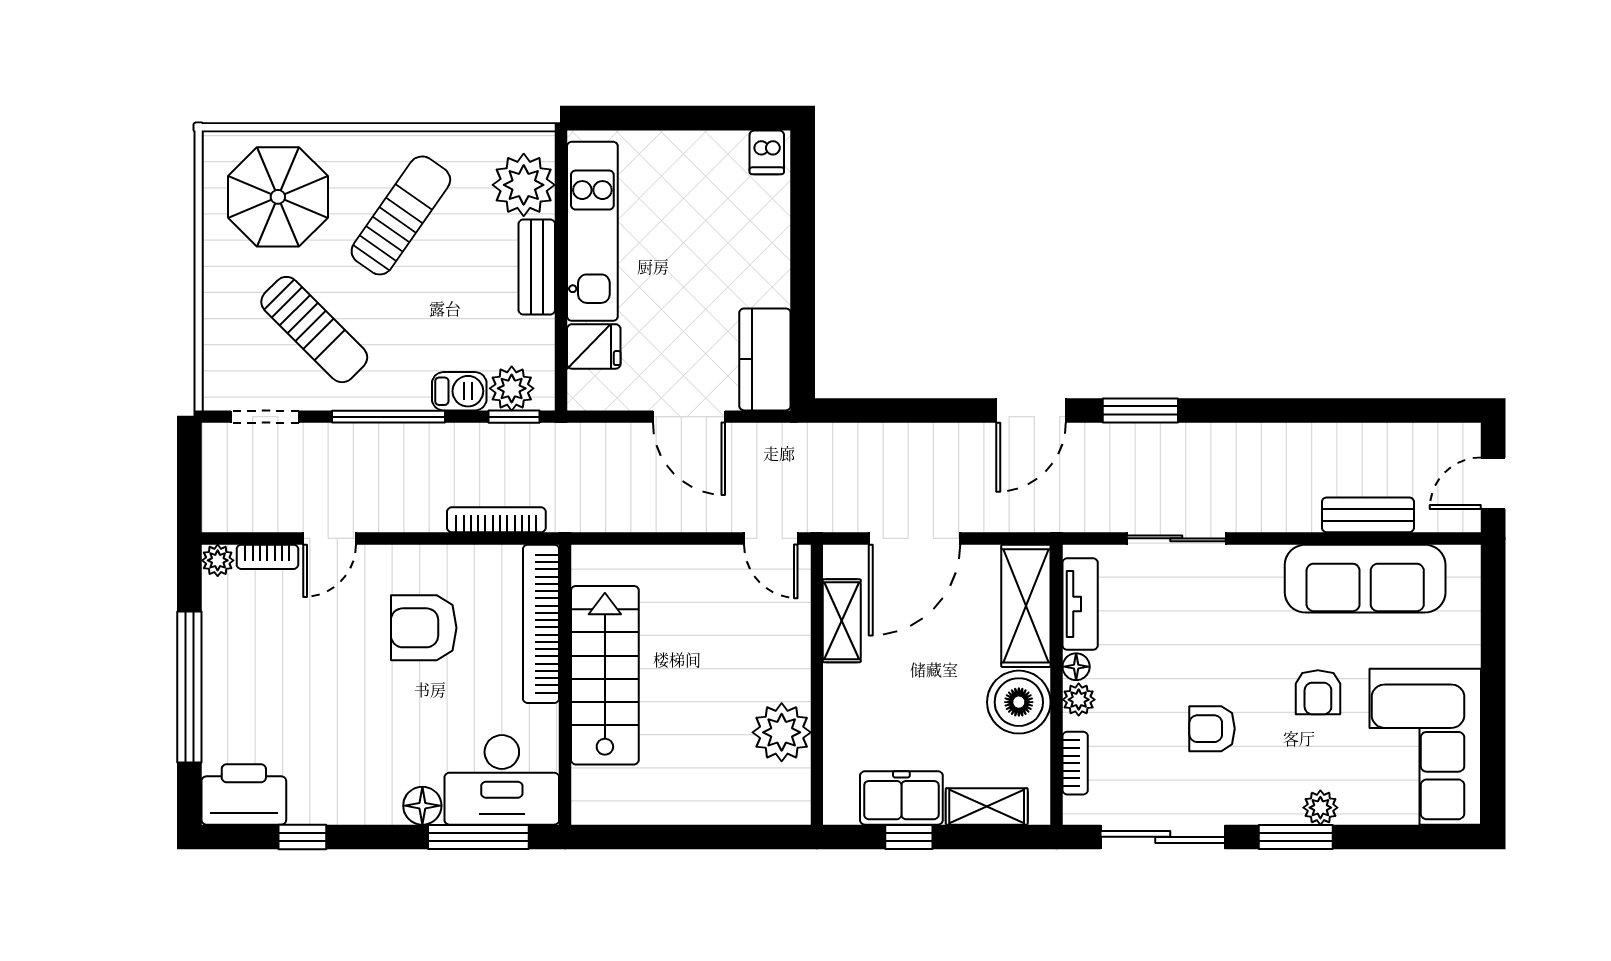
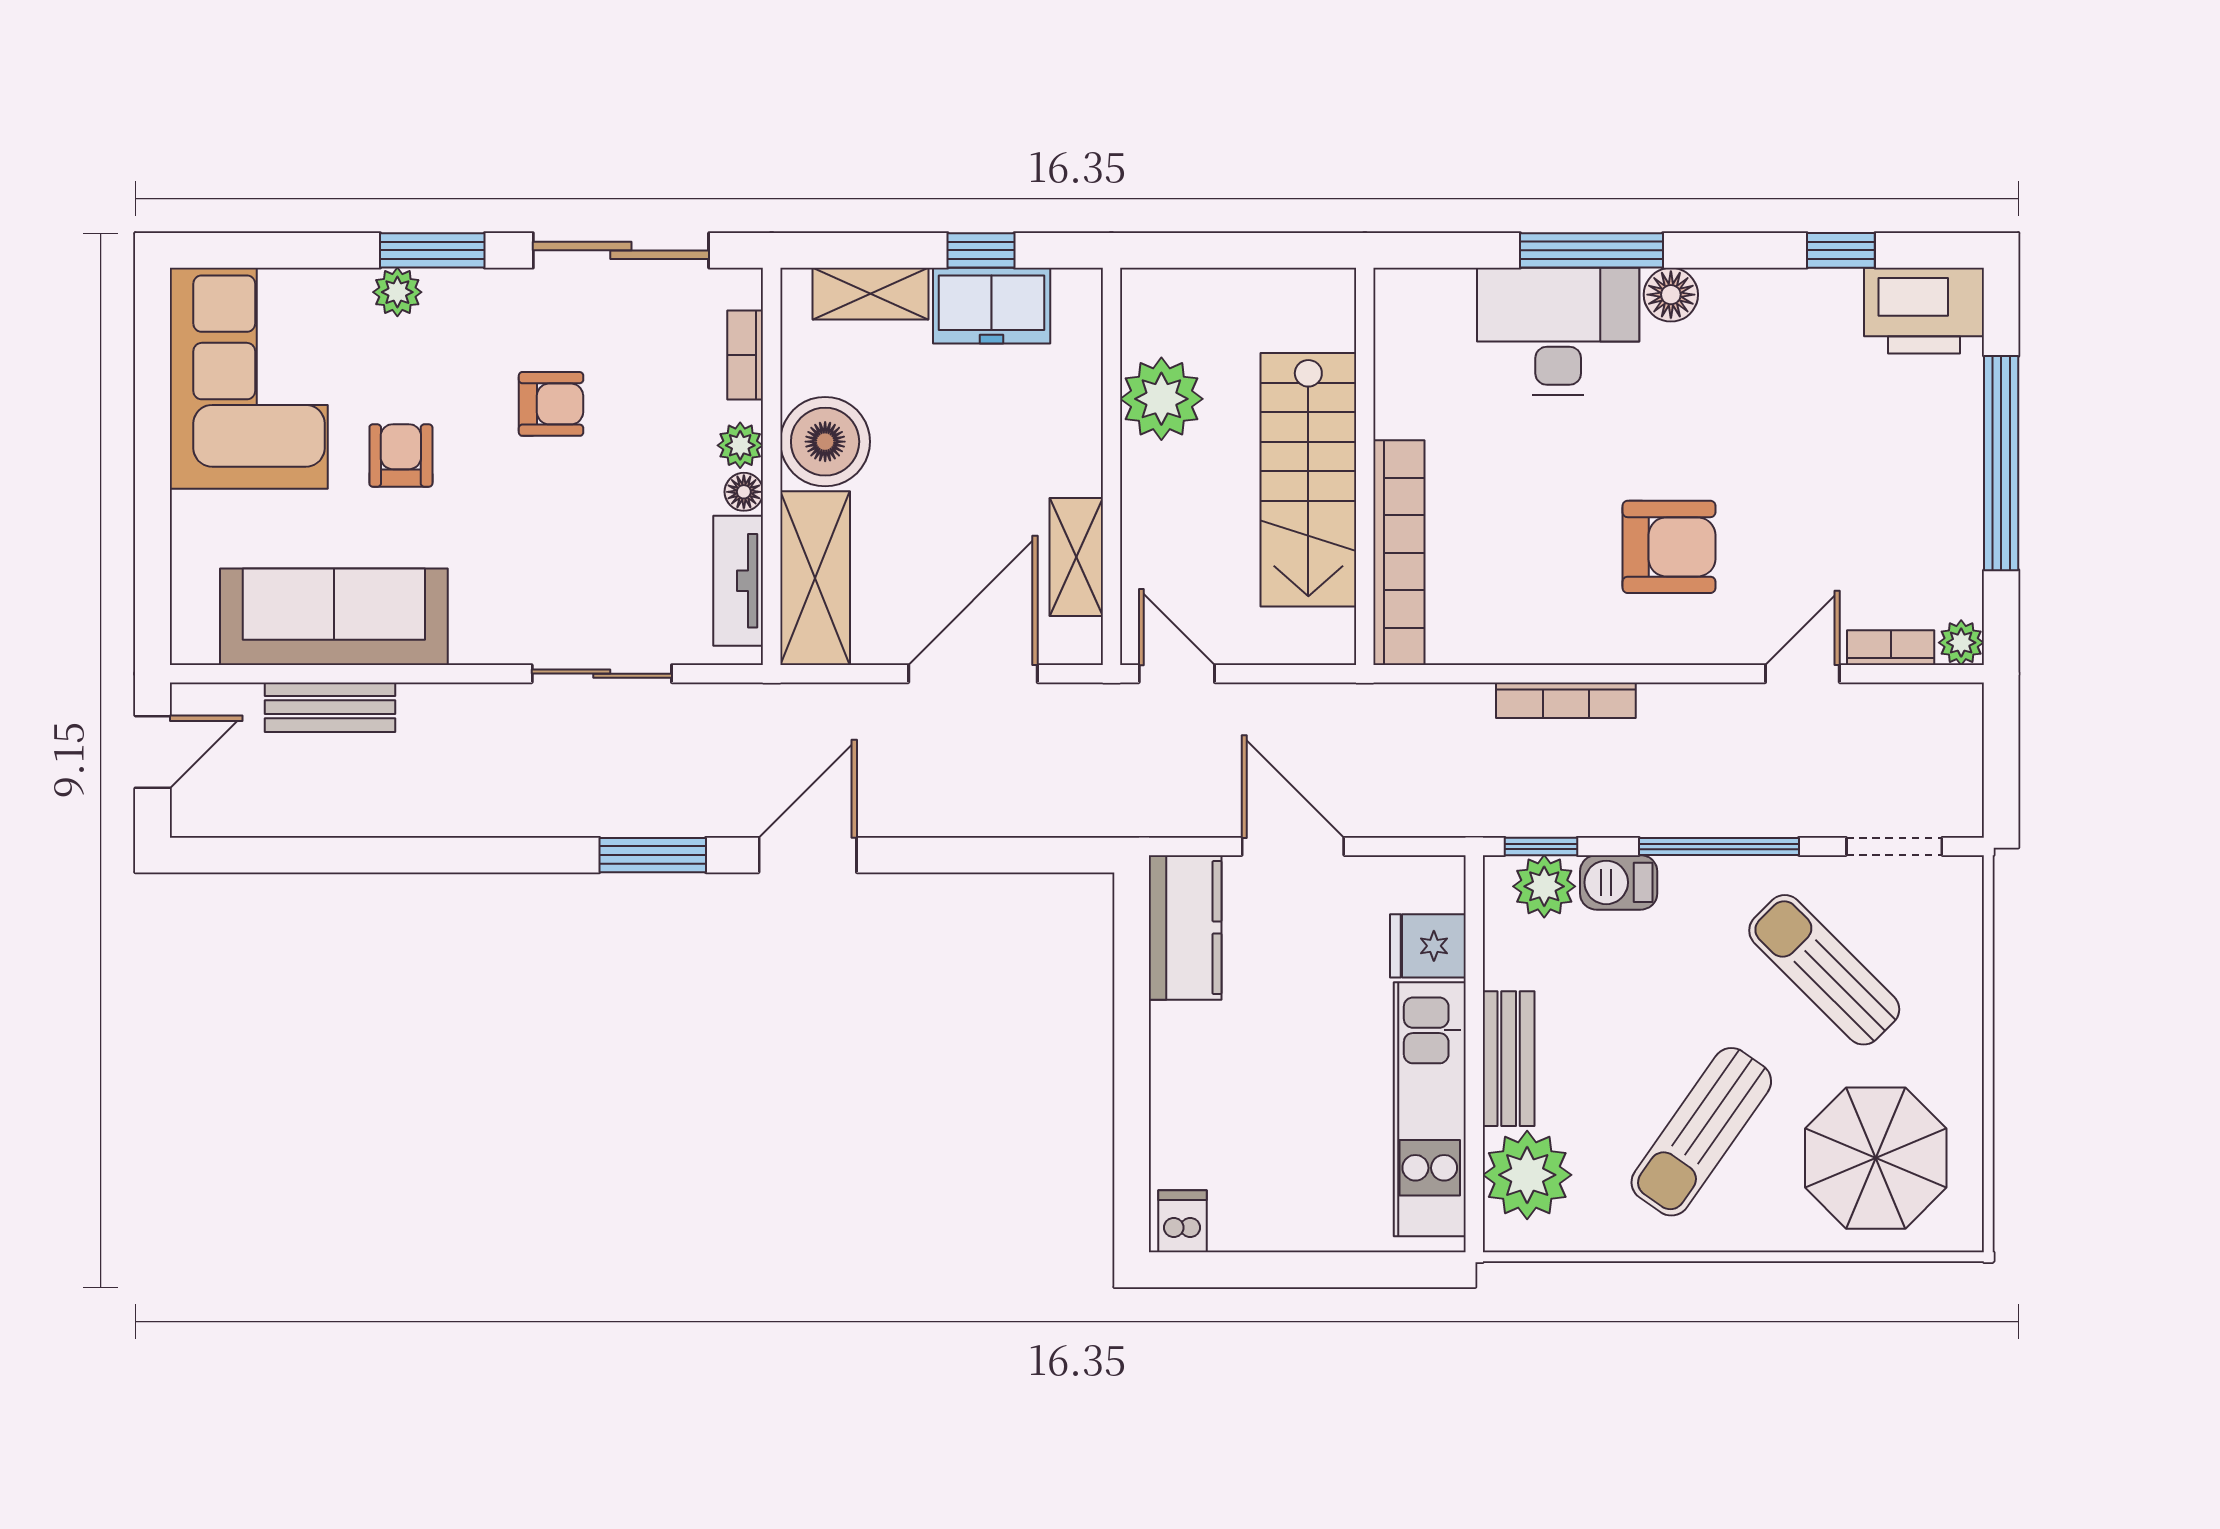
bookcase: (541, 624) -> (1399, 553), moved
stairs: (605, 675) -> (1308, 480), moved
wall: (565, 685) -> (1365, 466), moved

